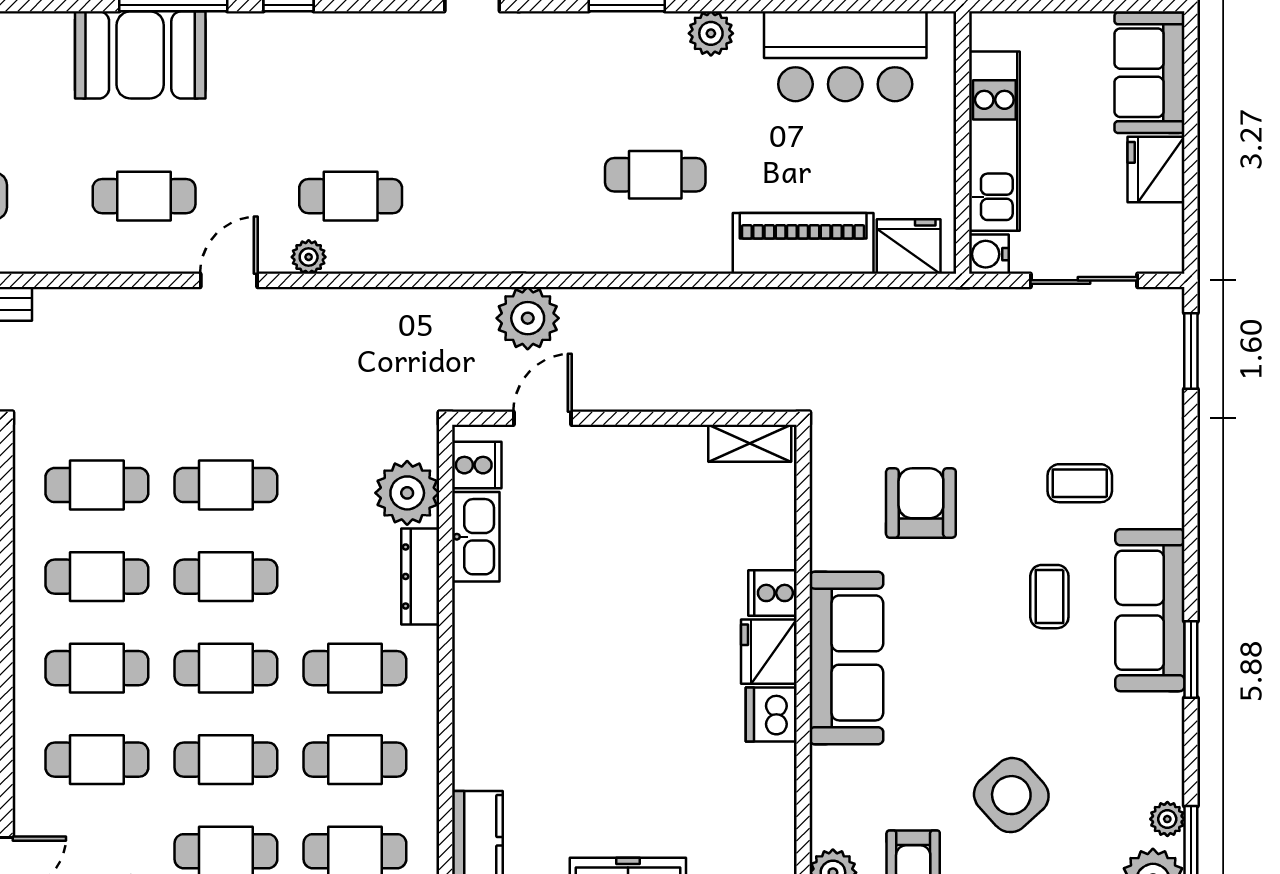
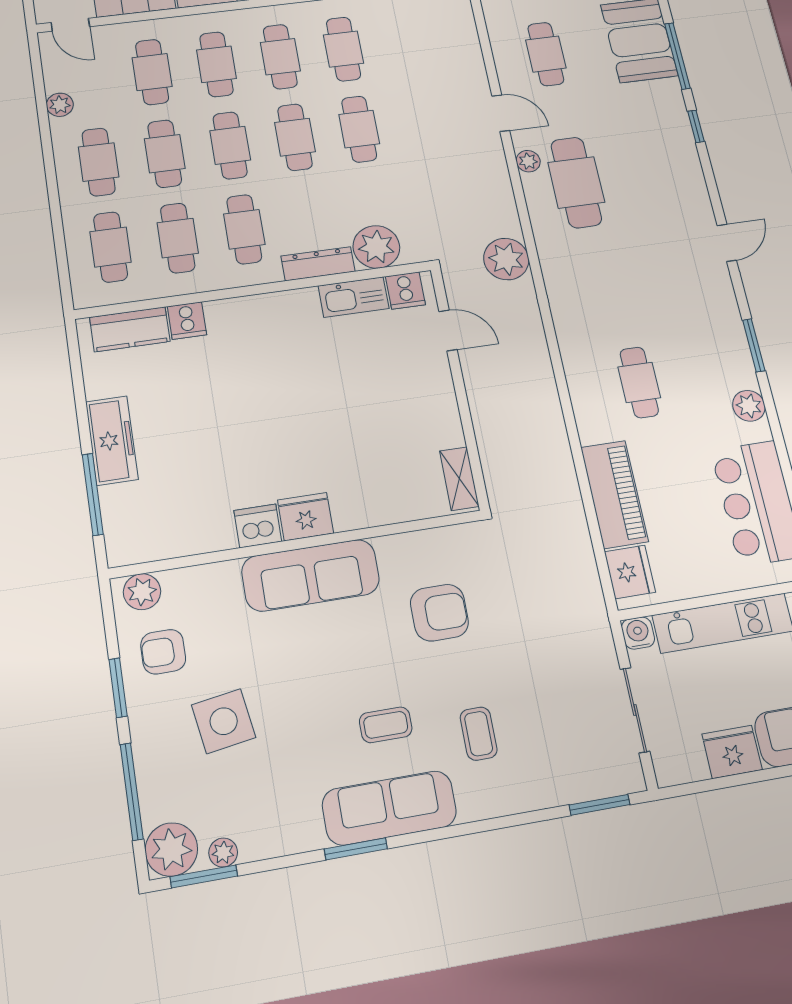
cafe table: (351, 196) -> (576, 182), width x1.37, depth x1.35
plant: (528, 318) -> (506, 259), moved
cooker: (773, 593) -> (187, 321), moved, turned 180
side table: (1011, 795) -> (224, 721), turned 33

